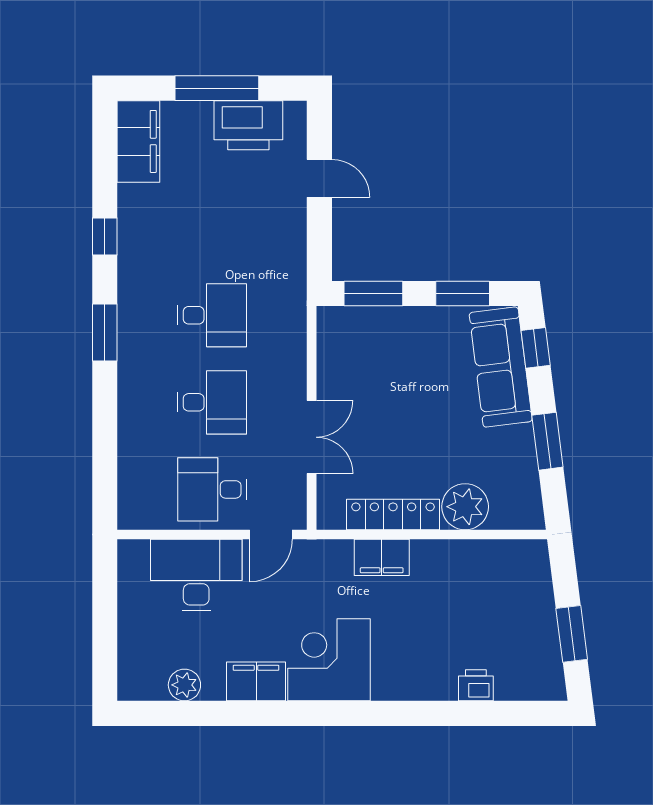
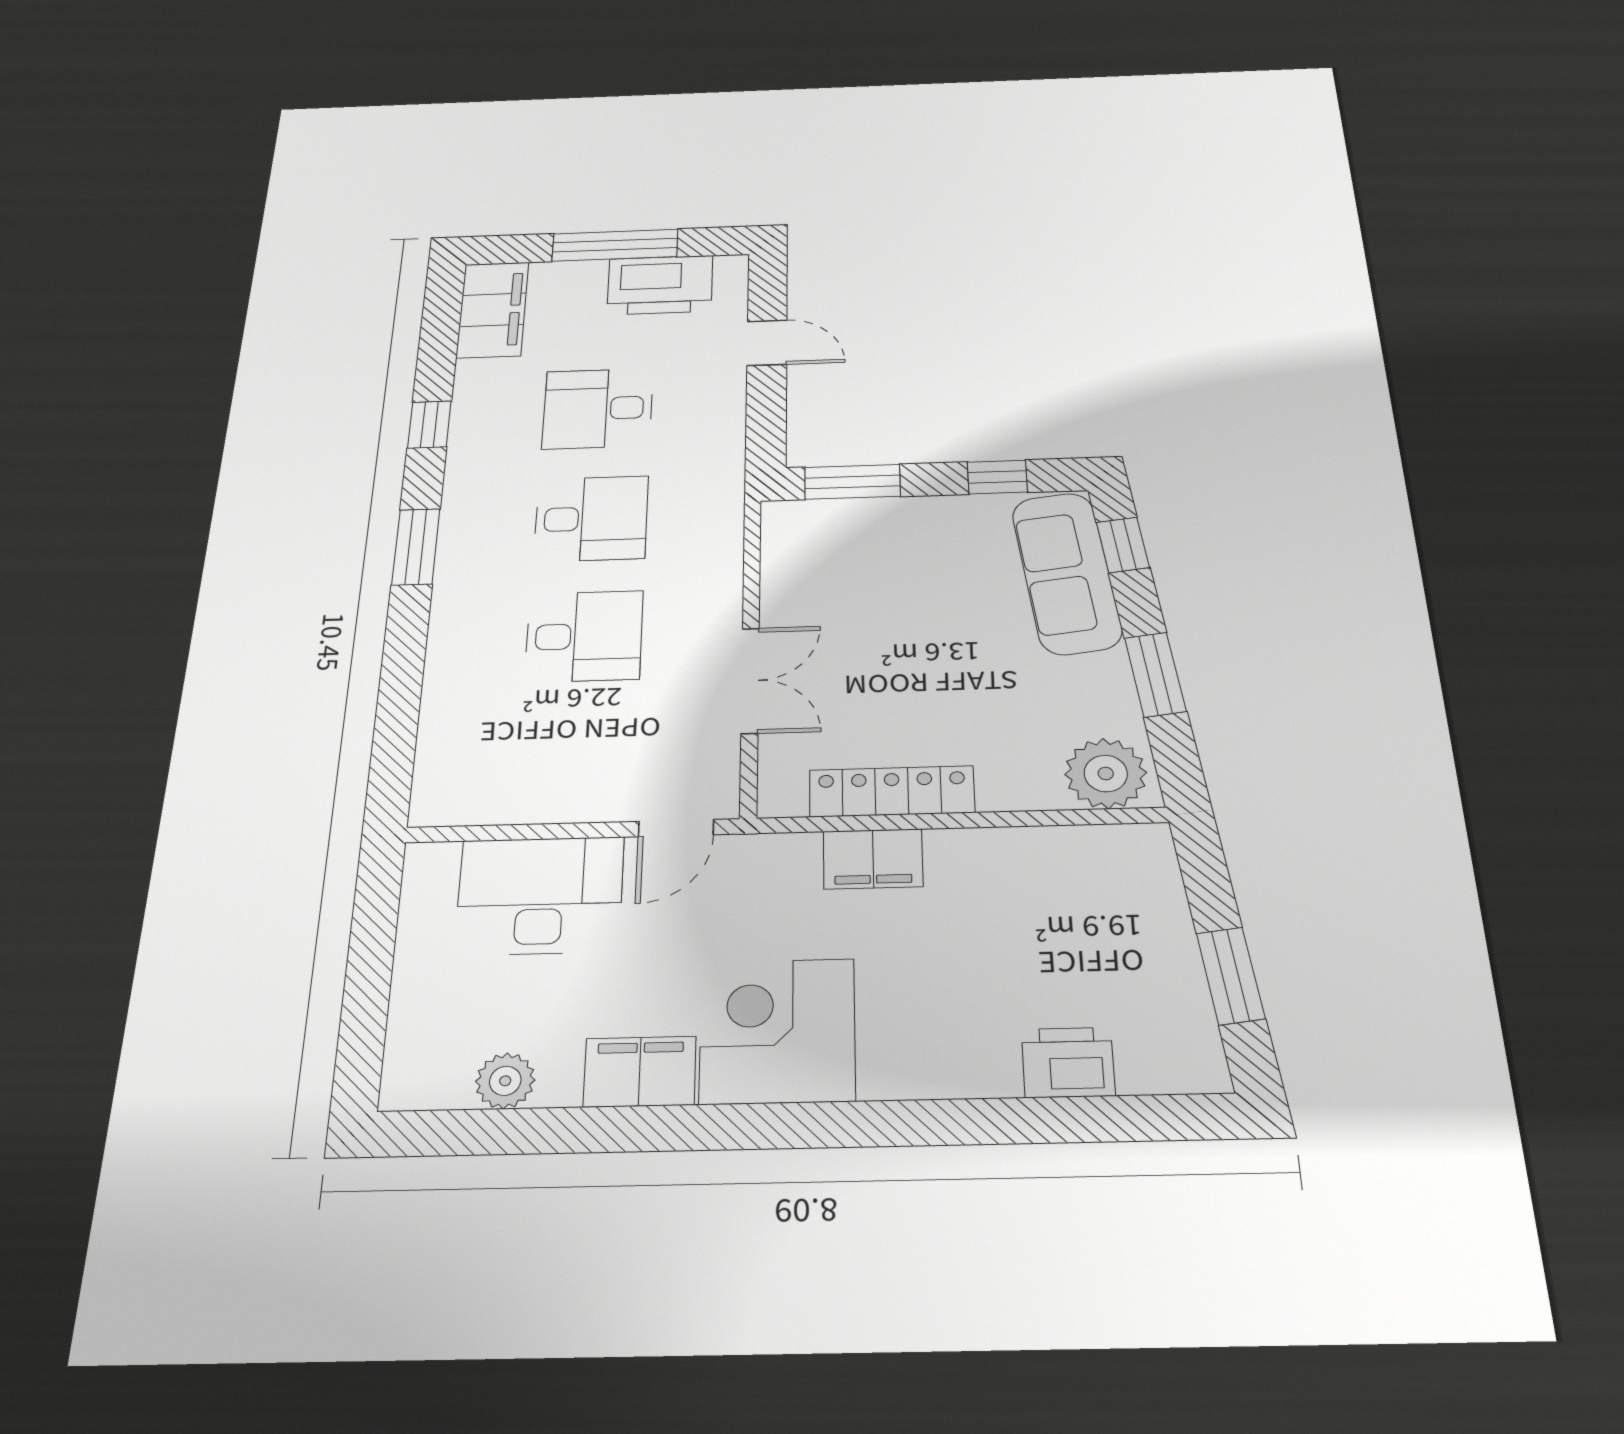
window: (463, 293) -> (997, 477), width x0.67
desk: (212, 489) -> (598, 408), moved
plant: (465, 507) -> (1106, 774), moved
printer: (476, 685) -> (1068, 1062), width x1.36, depth x1.24

